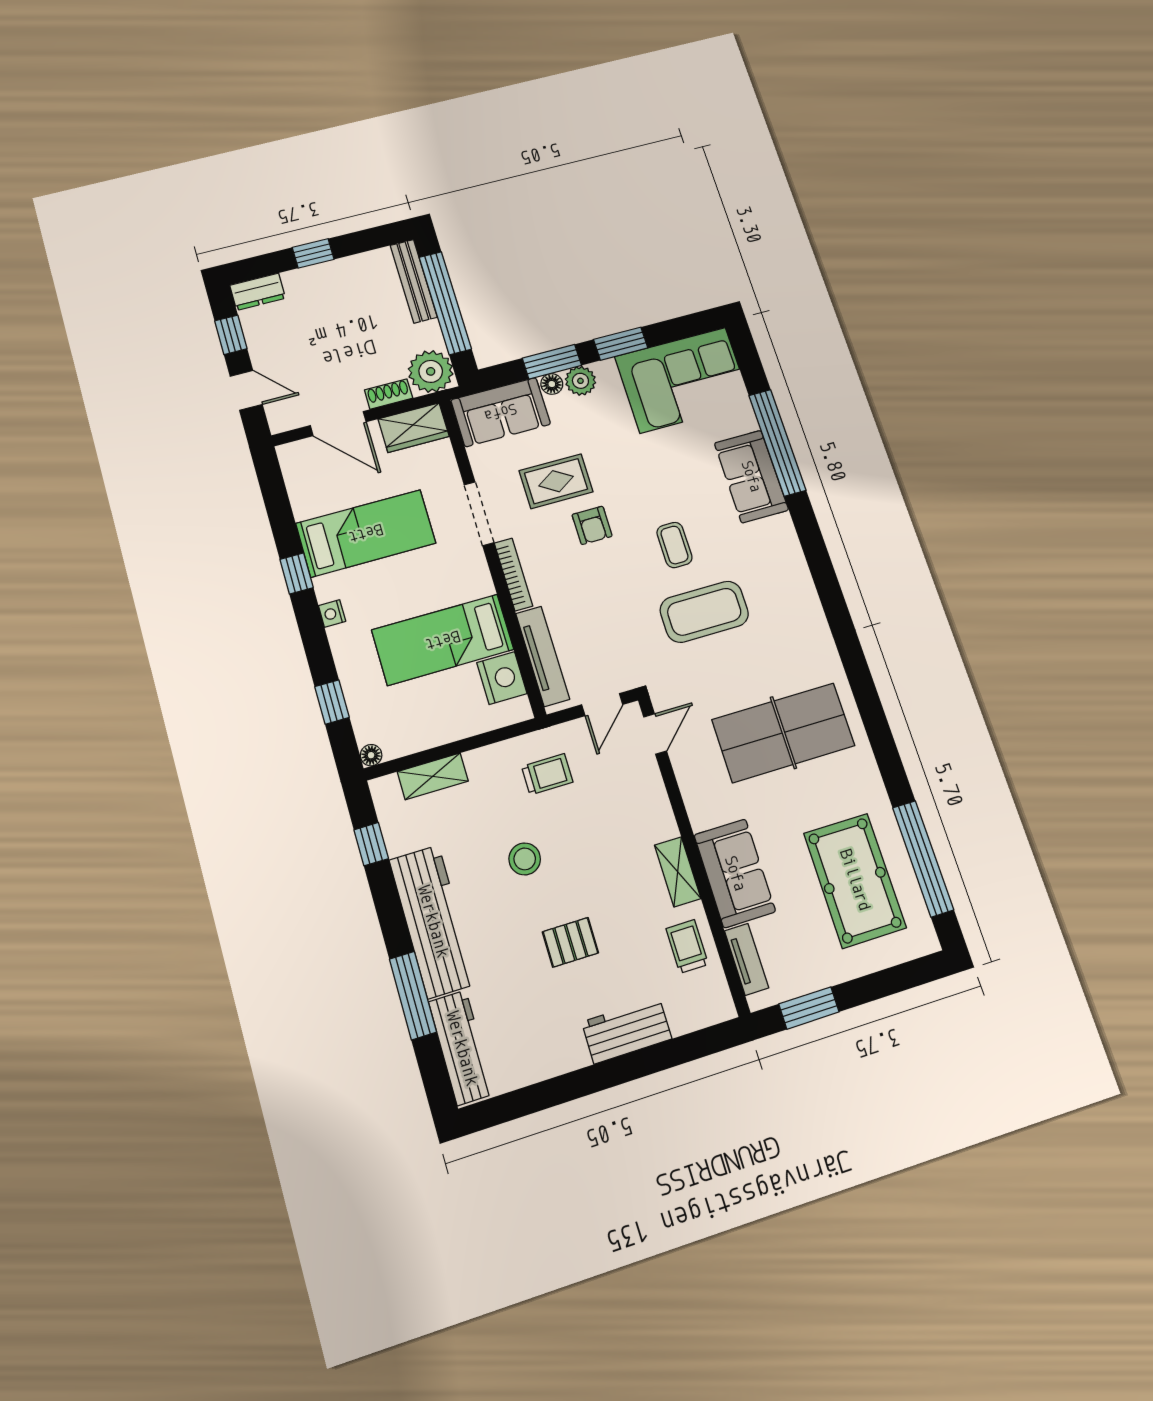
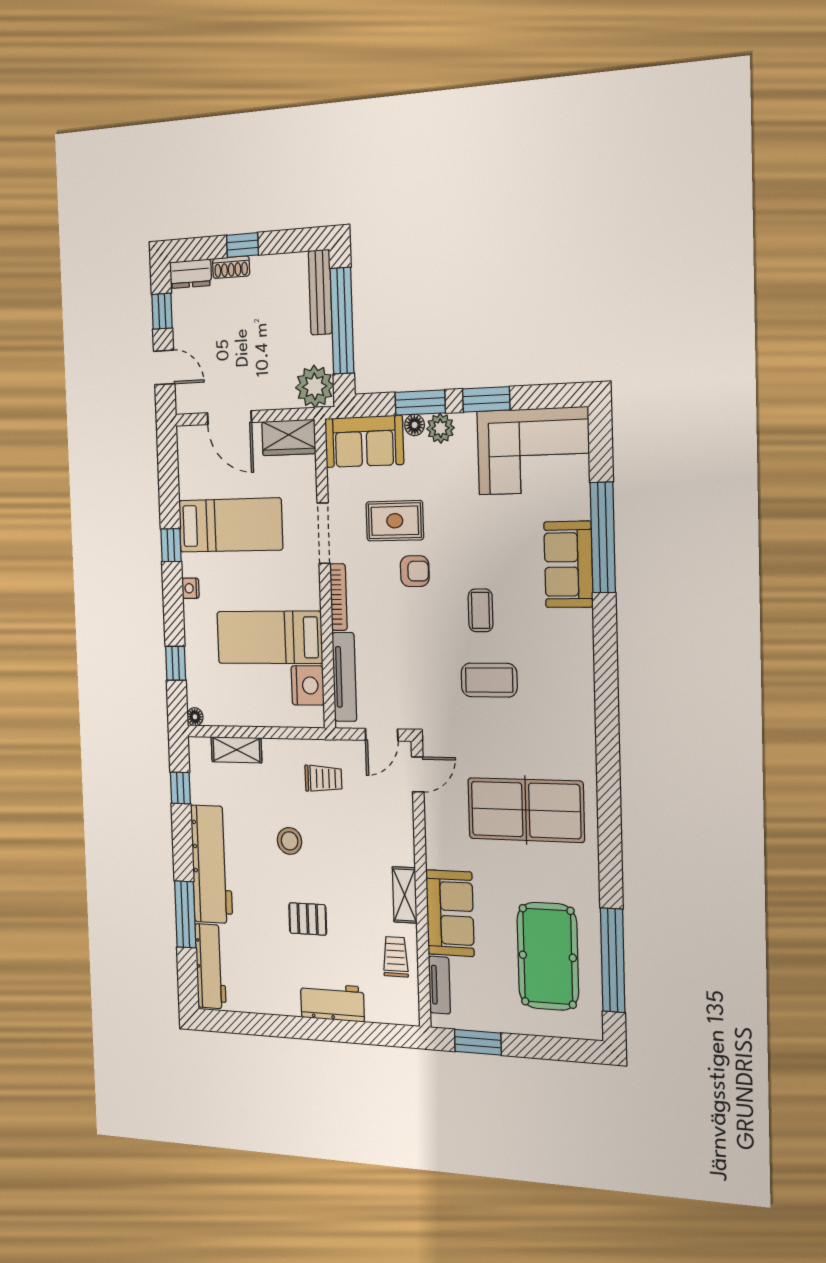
shoe rack: (389, 394) -> (231, 267), moved, turned 180
armchair: (592, 525) -> (415, 571), turned -90
coffee table: (704, 612) -> (489, 680), width x0.73, depth x0.76

